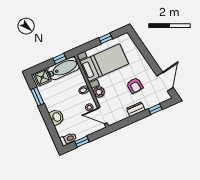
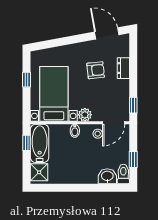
window: (37, 96) -> (59, 188), removed
dresser: (136, 109) -> (123, 68), moved
window: (155, 109) -> (133, 105), moved
washbasin: (57, 117) -> (107, 176), moved

